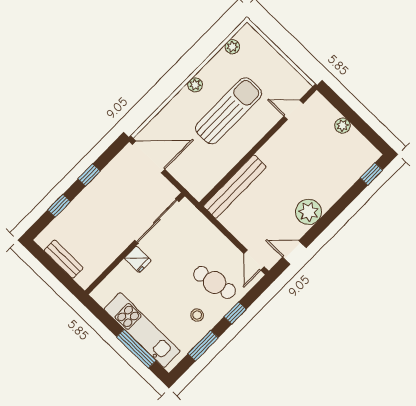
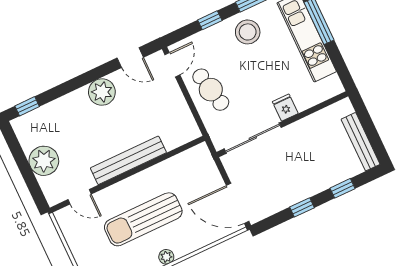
plant: (342, 126) -> (44, 161), width x1.87, depth x1.87
bench: (235, 187) -> (128, 160), moved
bench: (64, 259) -> (361, 142), width x1.36
cafe table: (215, 282) -> (211, 90), moved
stool: (197, 315) -> (248, 32), width x1.89, depth x1.89

